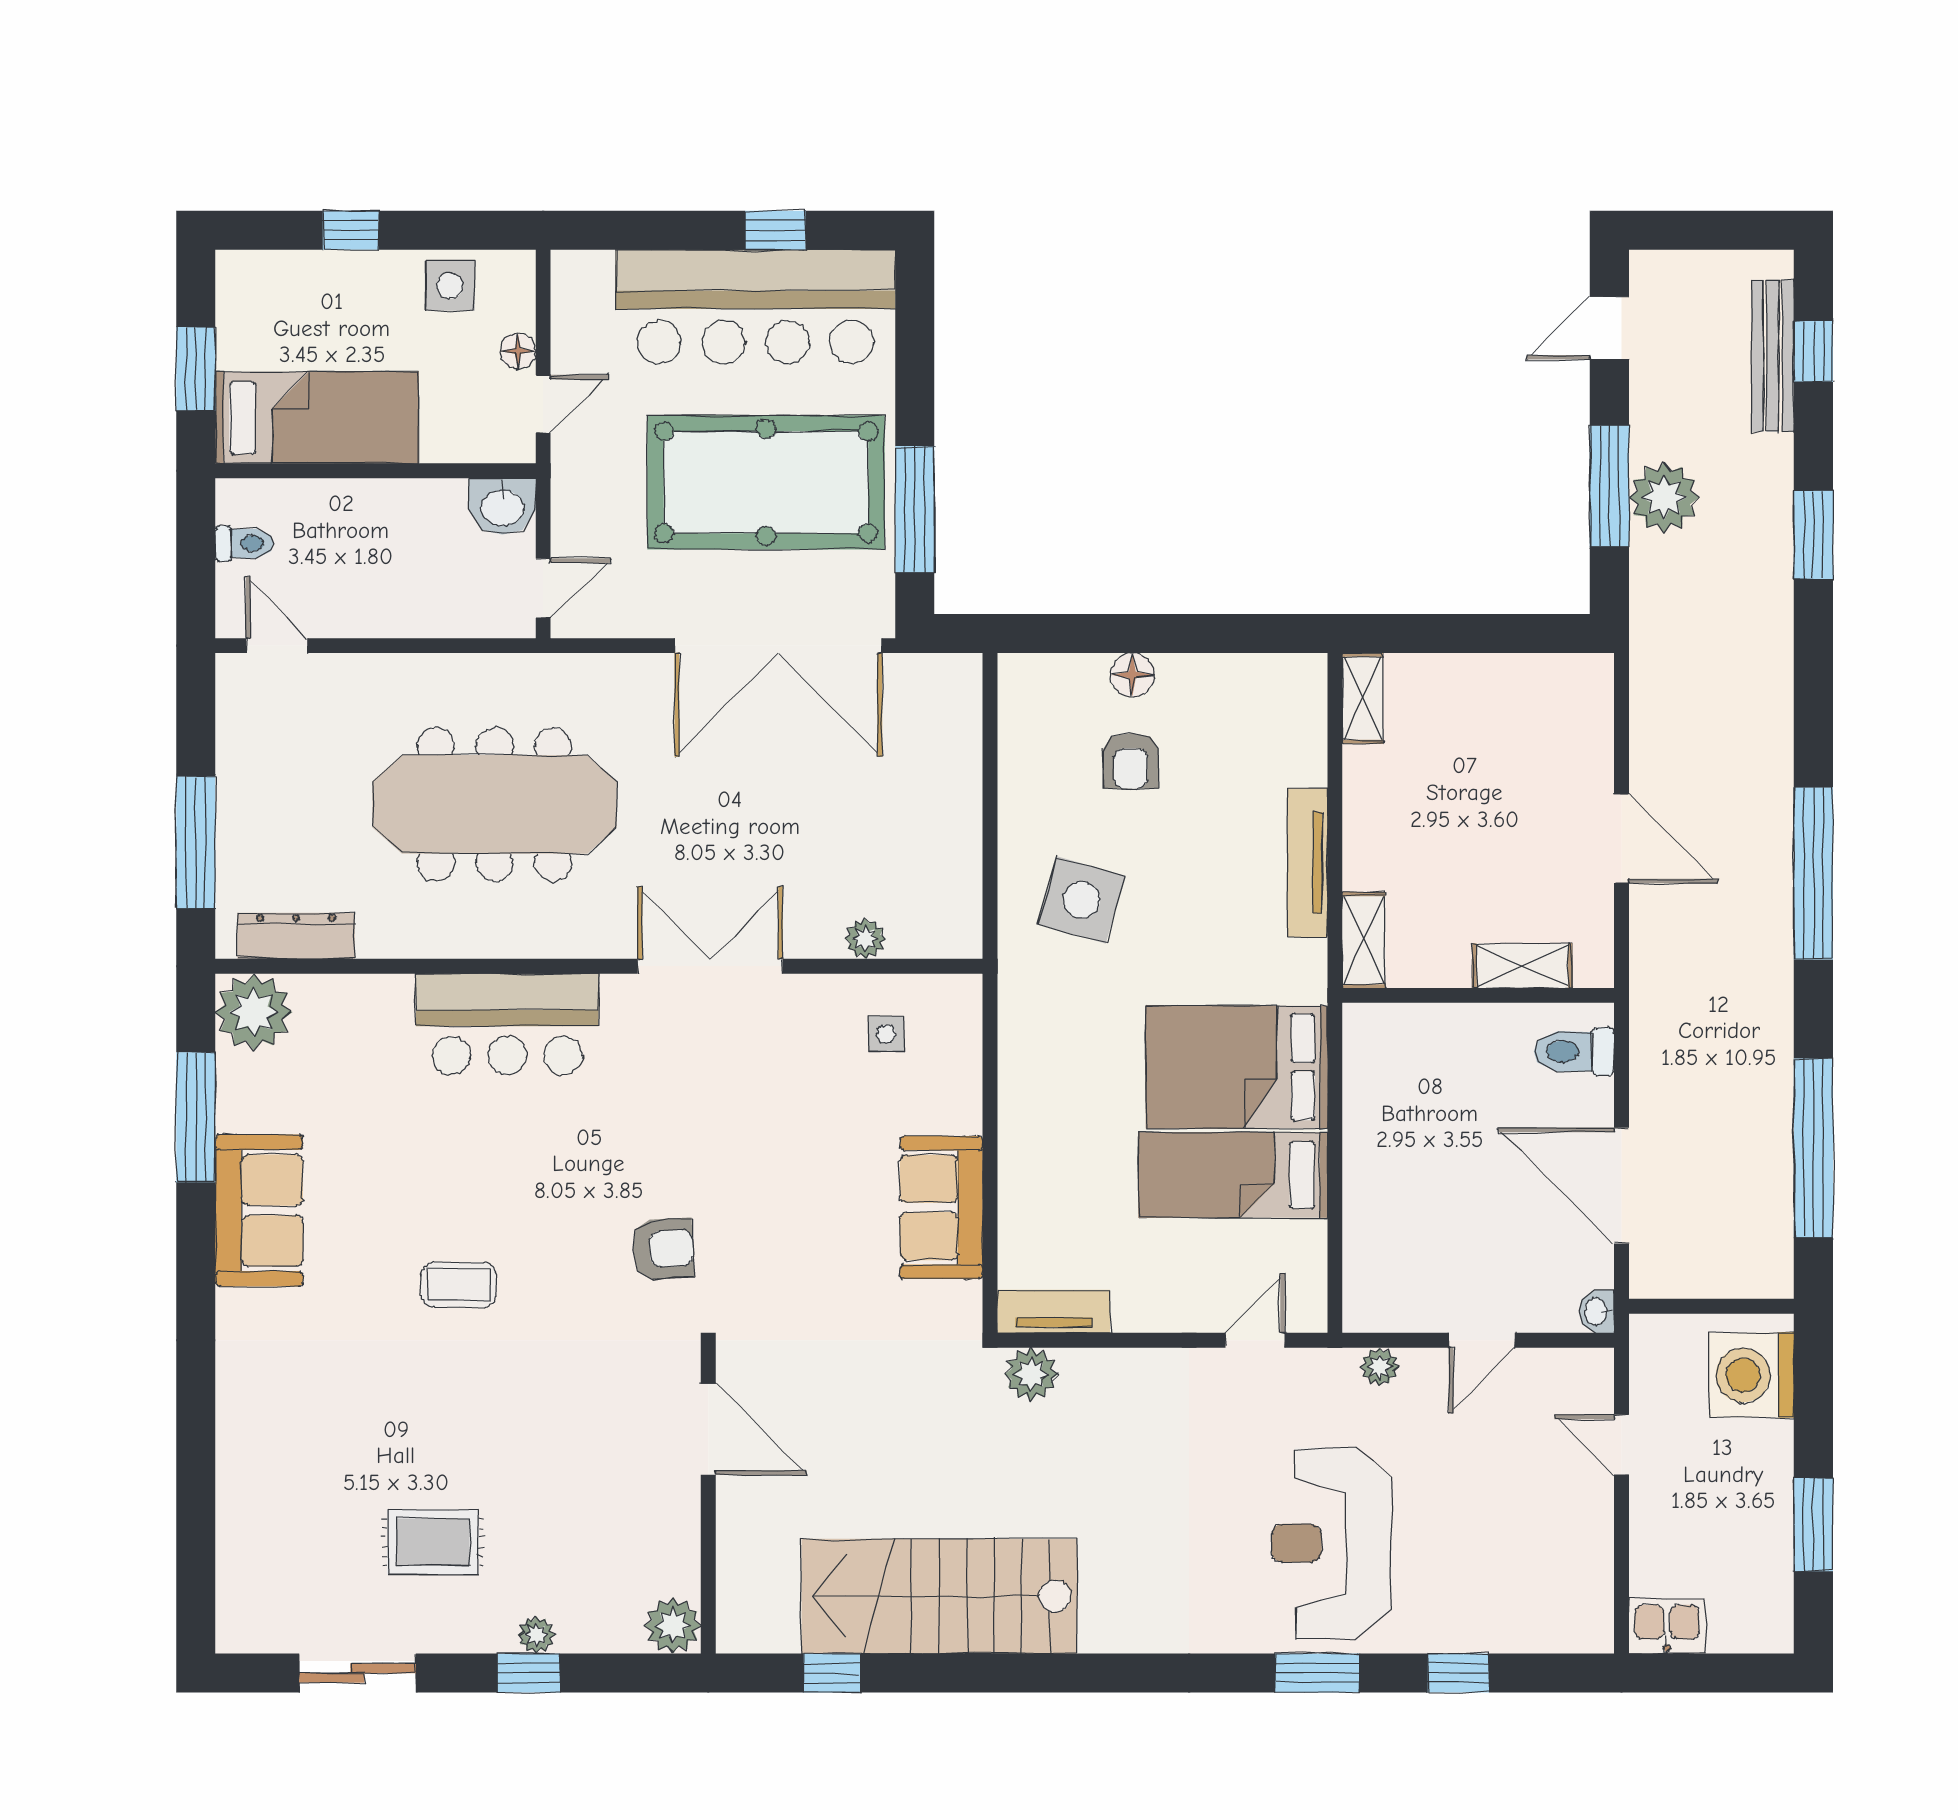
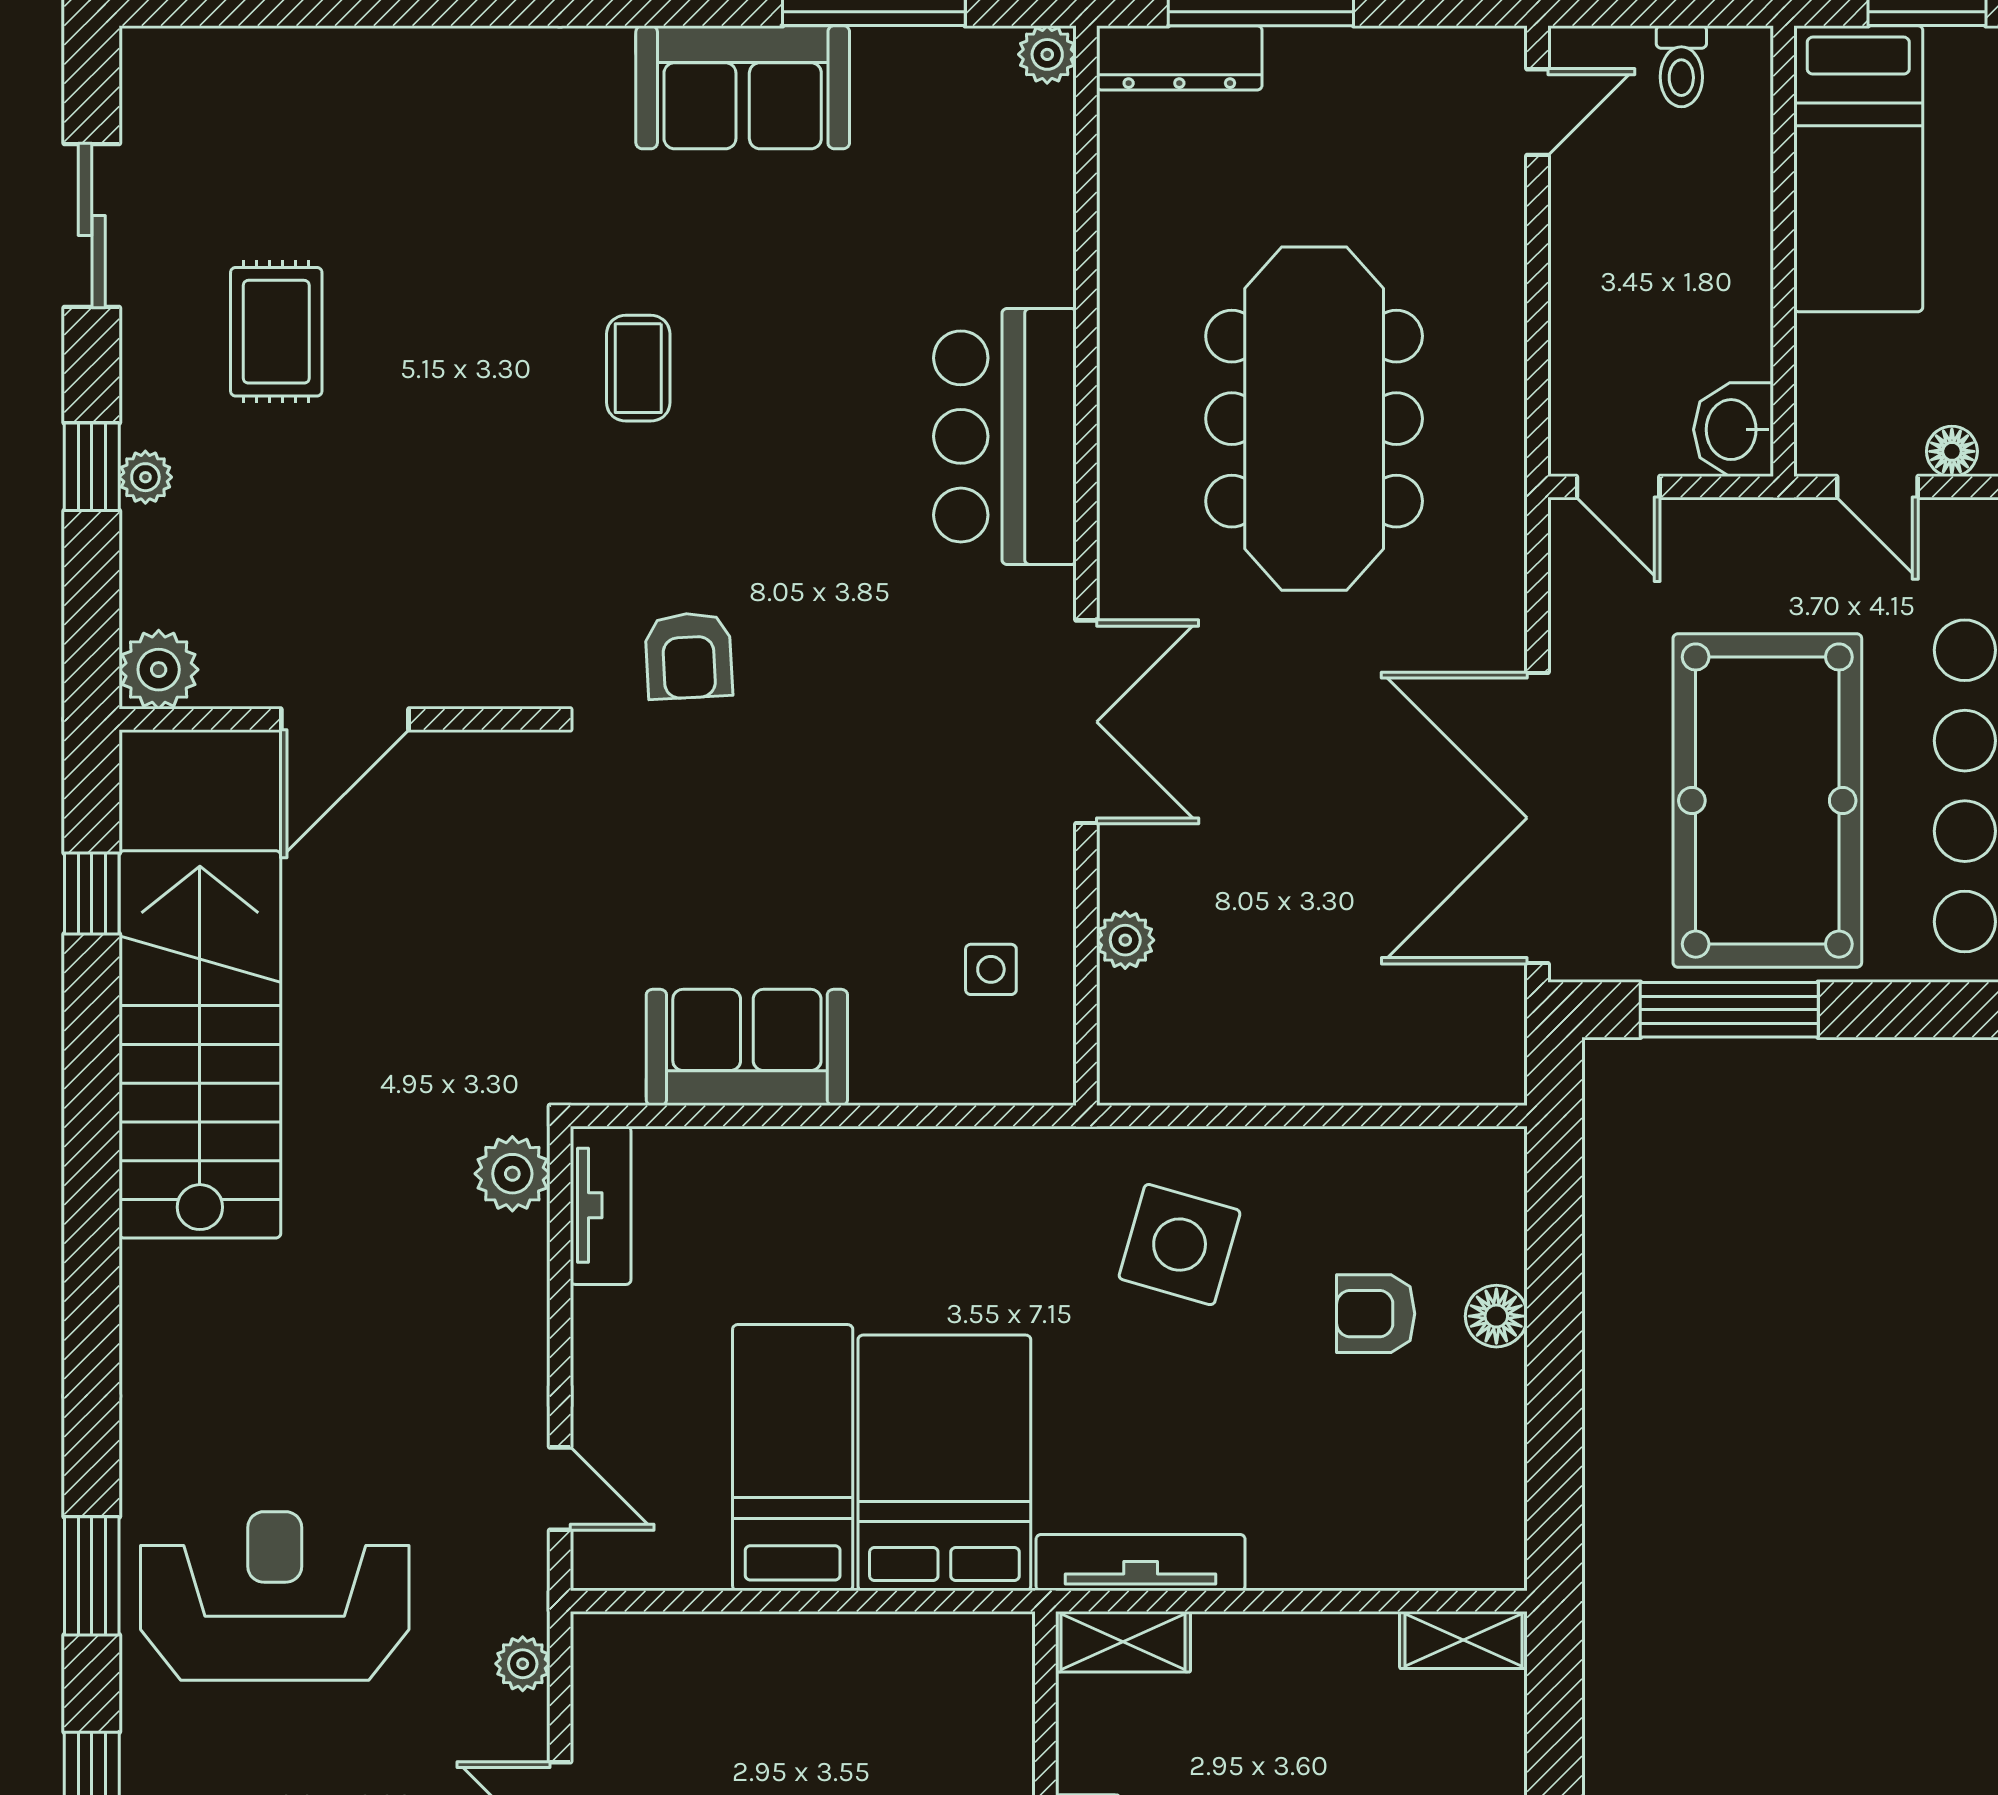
tv unit: (1308, 863) -> (1141, 1563), moved
dresser: (296, 936) -> (1179, 58), moved, turned 90
plant: (254, 1012) -> (1047, 54), width x0.53, depth x0.53
door: (708, 1429) -> (345, 719), moved

